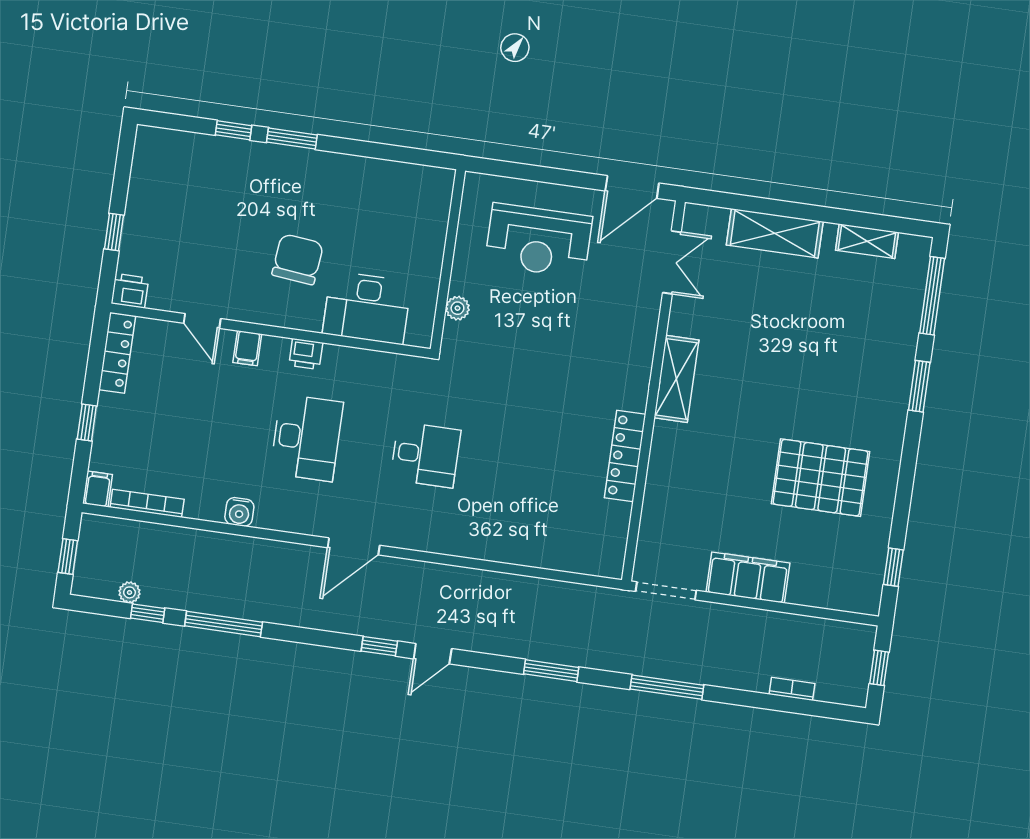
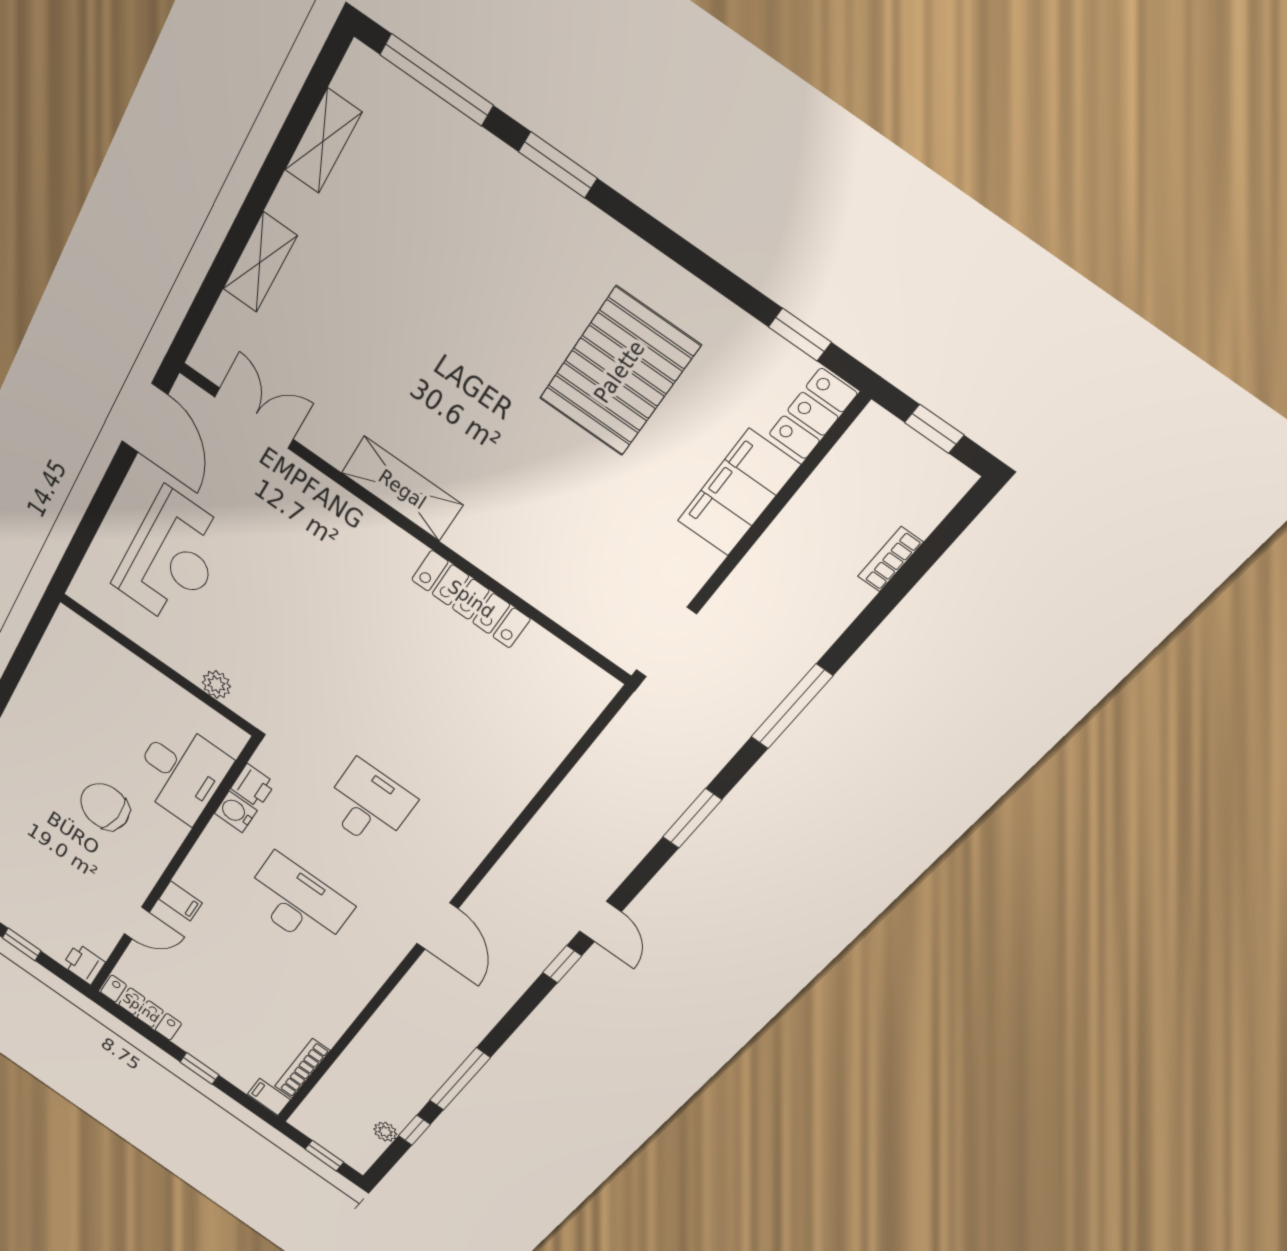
shelving: (775, 233) -> (260, 262), width x0.67, depth x0.75
printer: (306, 354) -> (253, 786), moved
water cooler: (239, 512) -> (236, 812), moved, turned 180
filing cabinet: (748, 578) -> (738, 493), moved
locker: (853, 599) -> (813, 414), added

